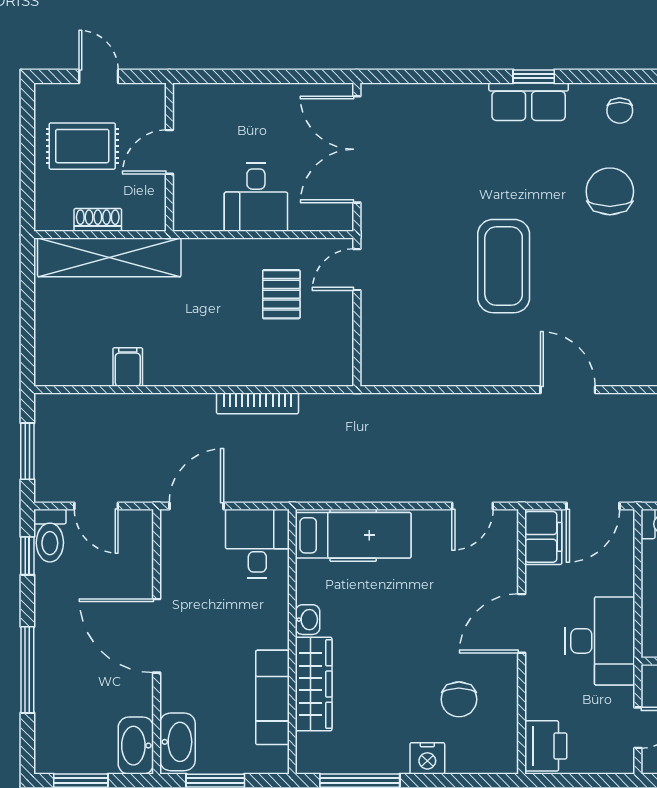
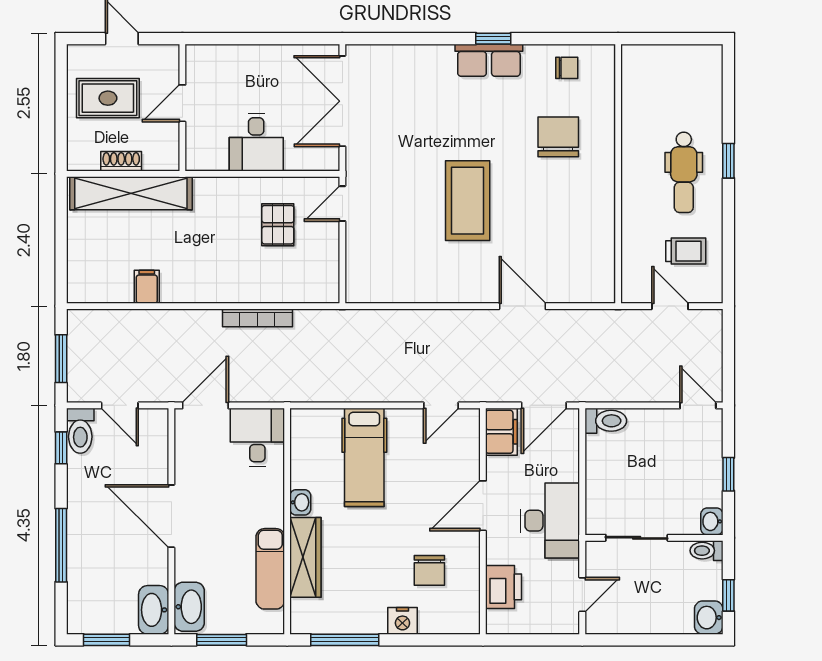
chair: (620, 111) -> (567, 68), turned -90
hospital bed: (353, 535) -> (364, 457), moved, turned 90
printer: (546, 746) -> (504, 587), moved

